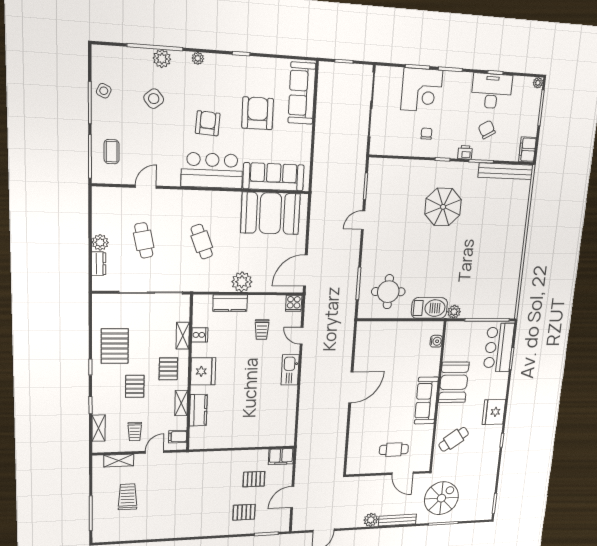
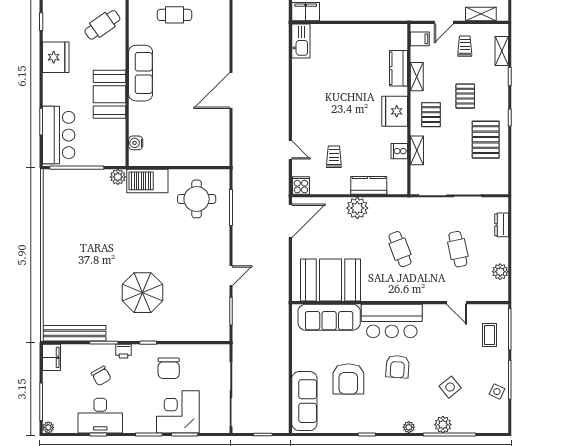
chair: (426, 134) -> (169, 368), width x1.87, depth x1.87
door: (146, 187) -> (457, 303), hinge flipped
plant: (100, 242) -> (500, 272), moved
kitchen sink: (290, 370) -> (301, 41), moved

